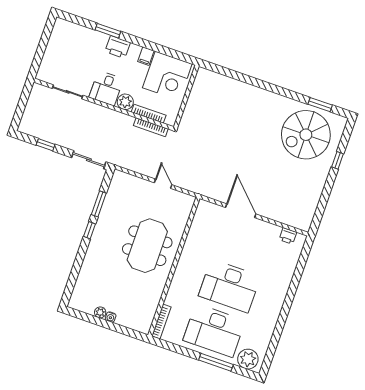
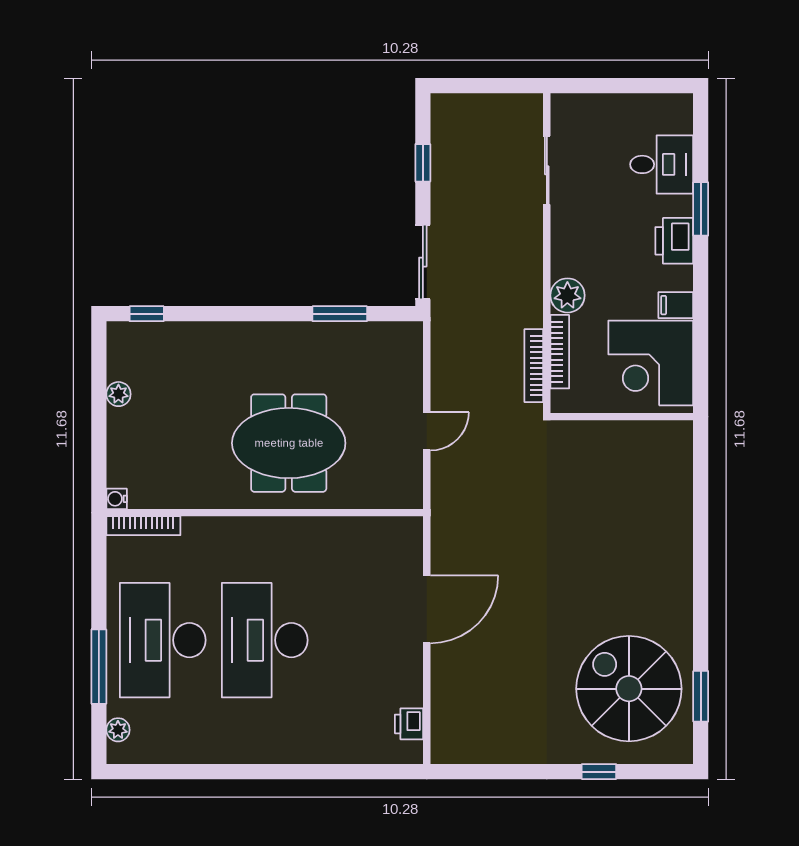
desk: (106, 88) -> (662, 164), moved, turned 180
window: (90, 230) -> (147, 314), moved
water cooler: (111, 317) -> (117, 499), moved
plant: (248, 359) -> (118, 730), width x0.53, depth x0.53

